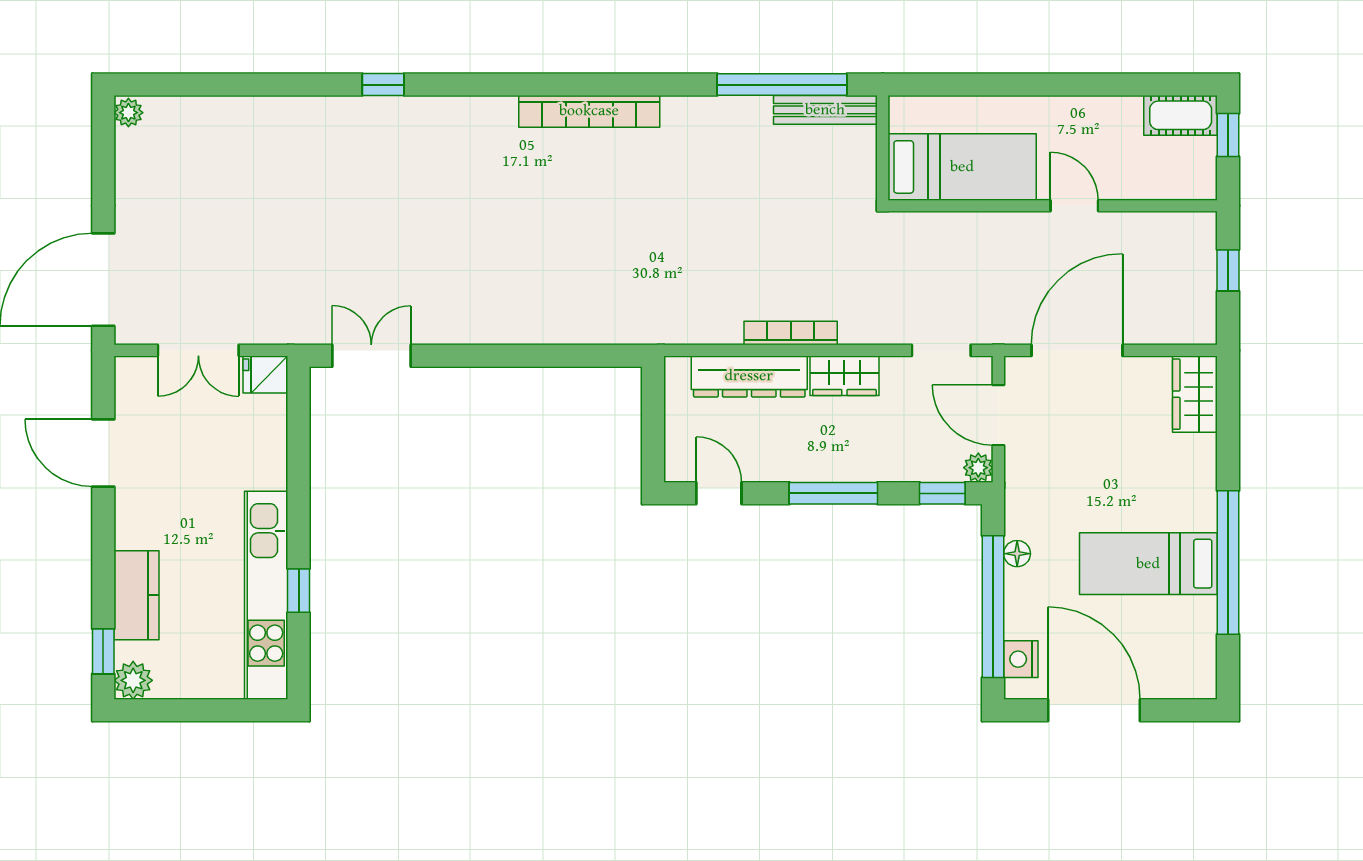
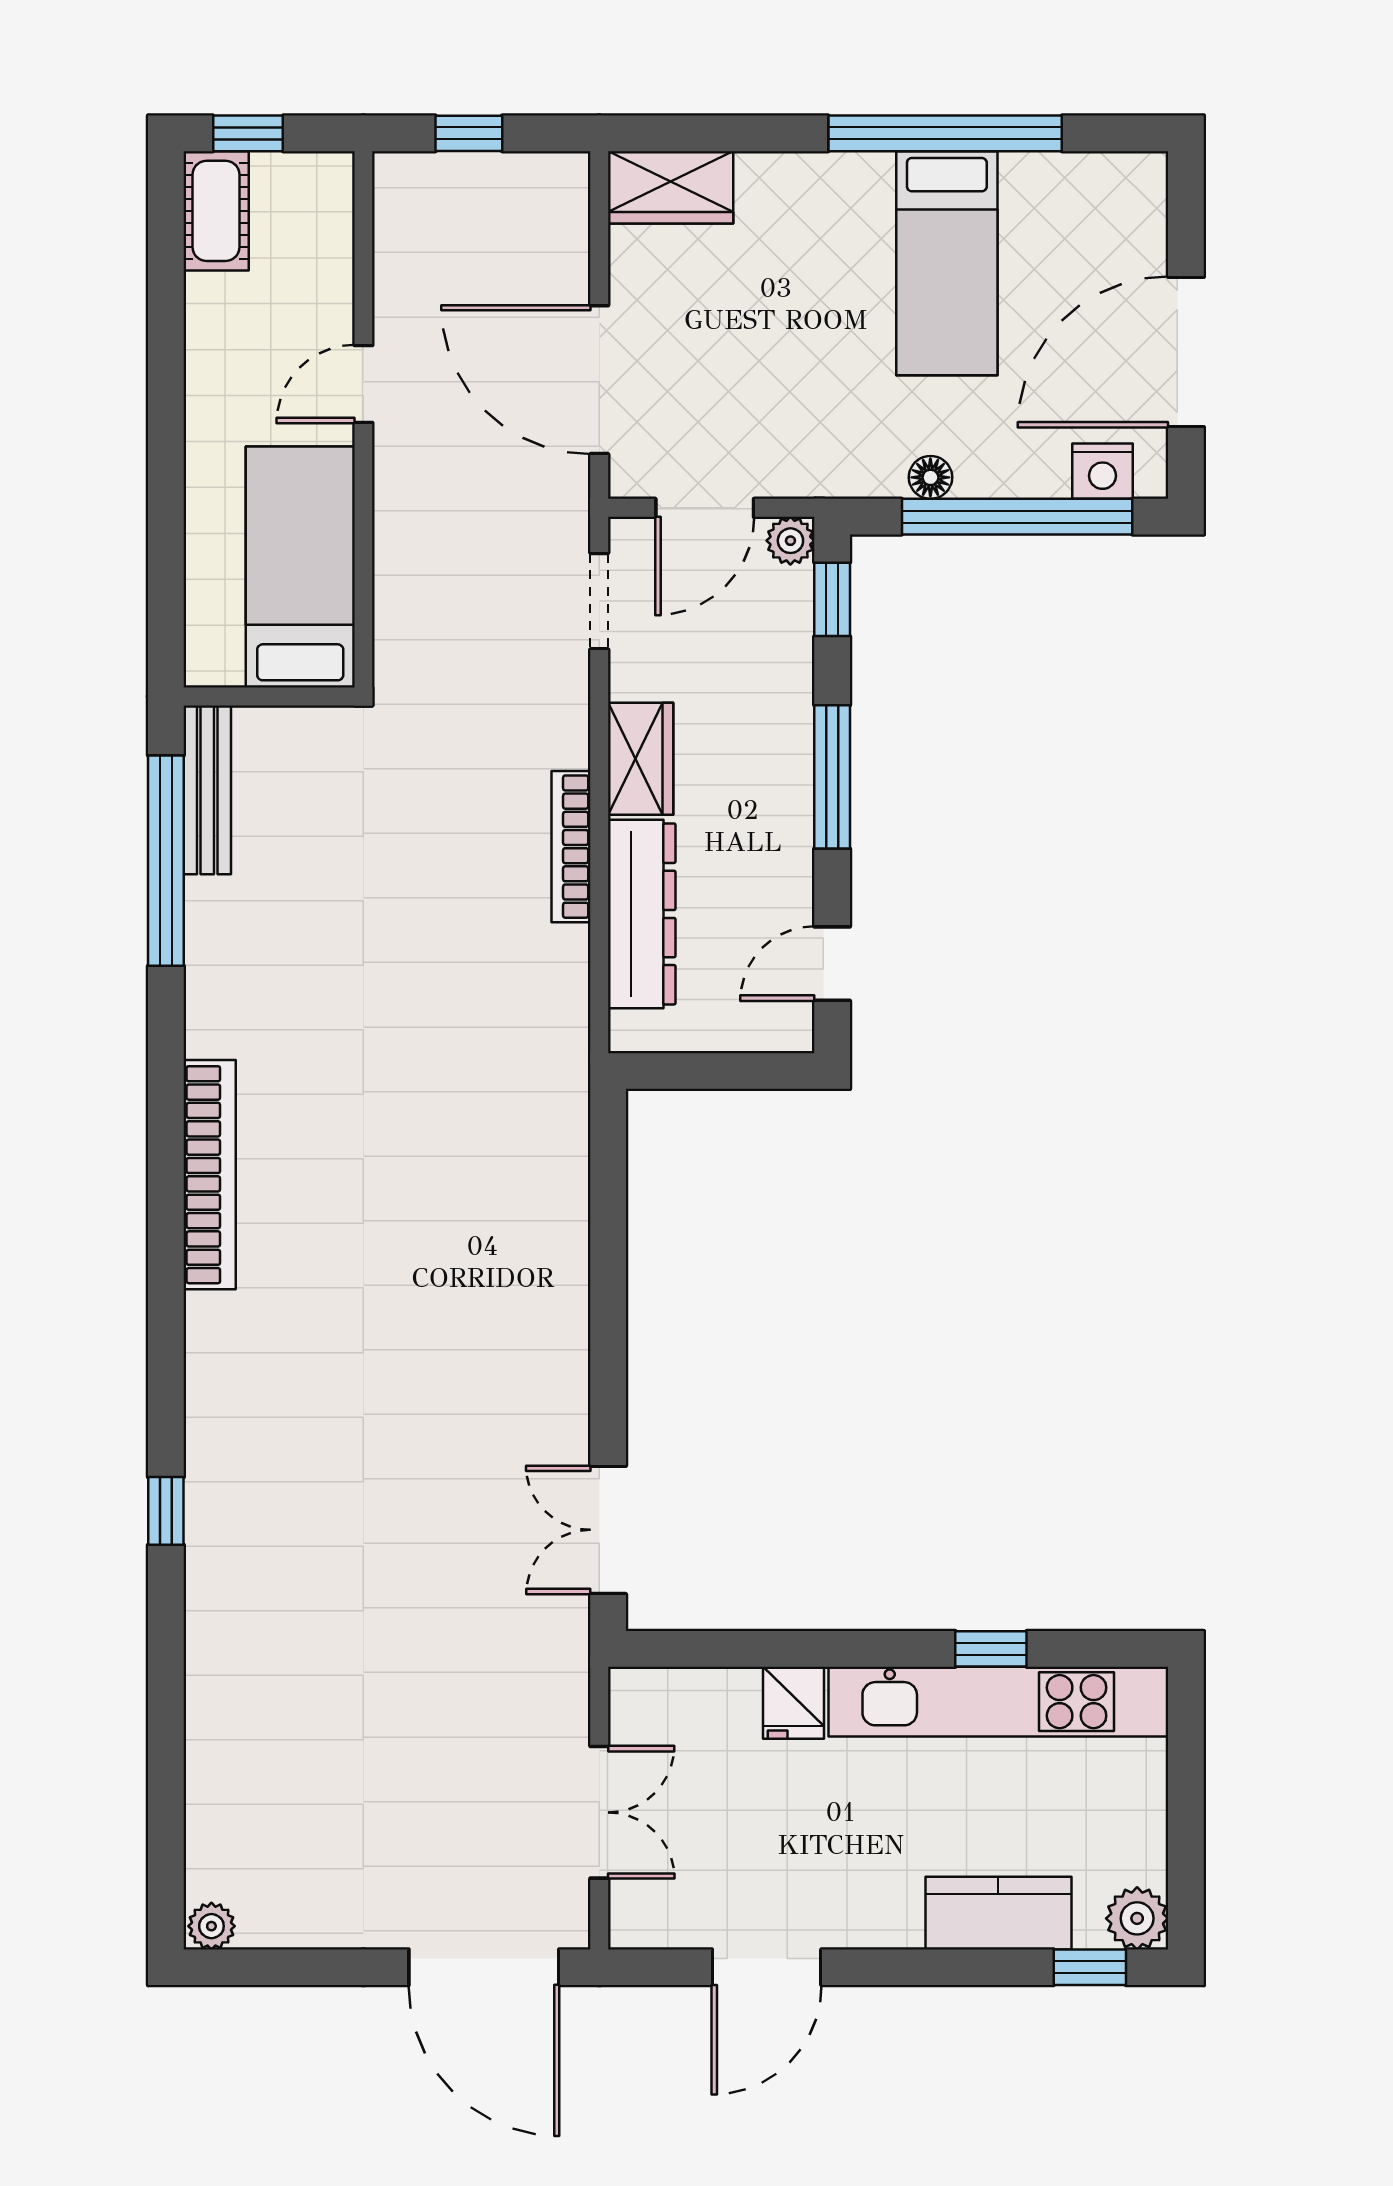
fridge: (265, 374) -> (793, 1703), moved

